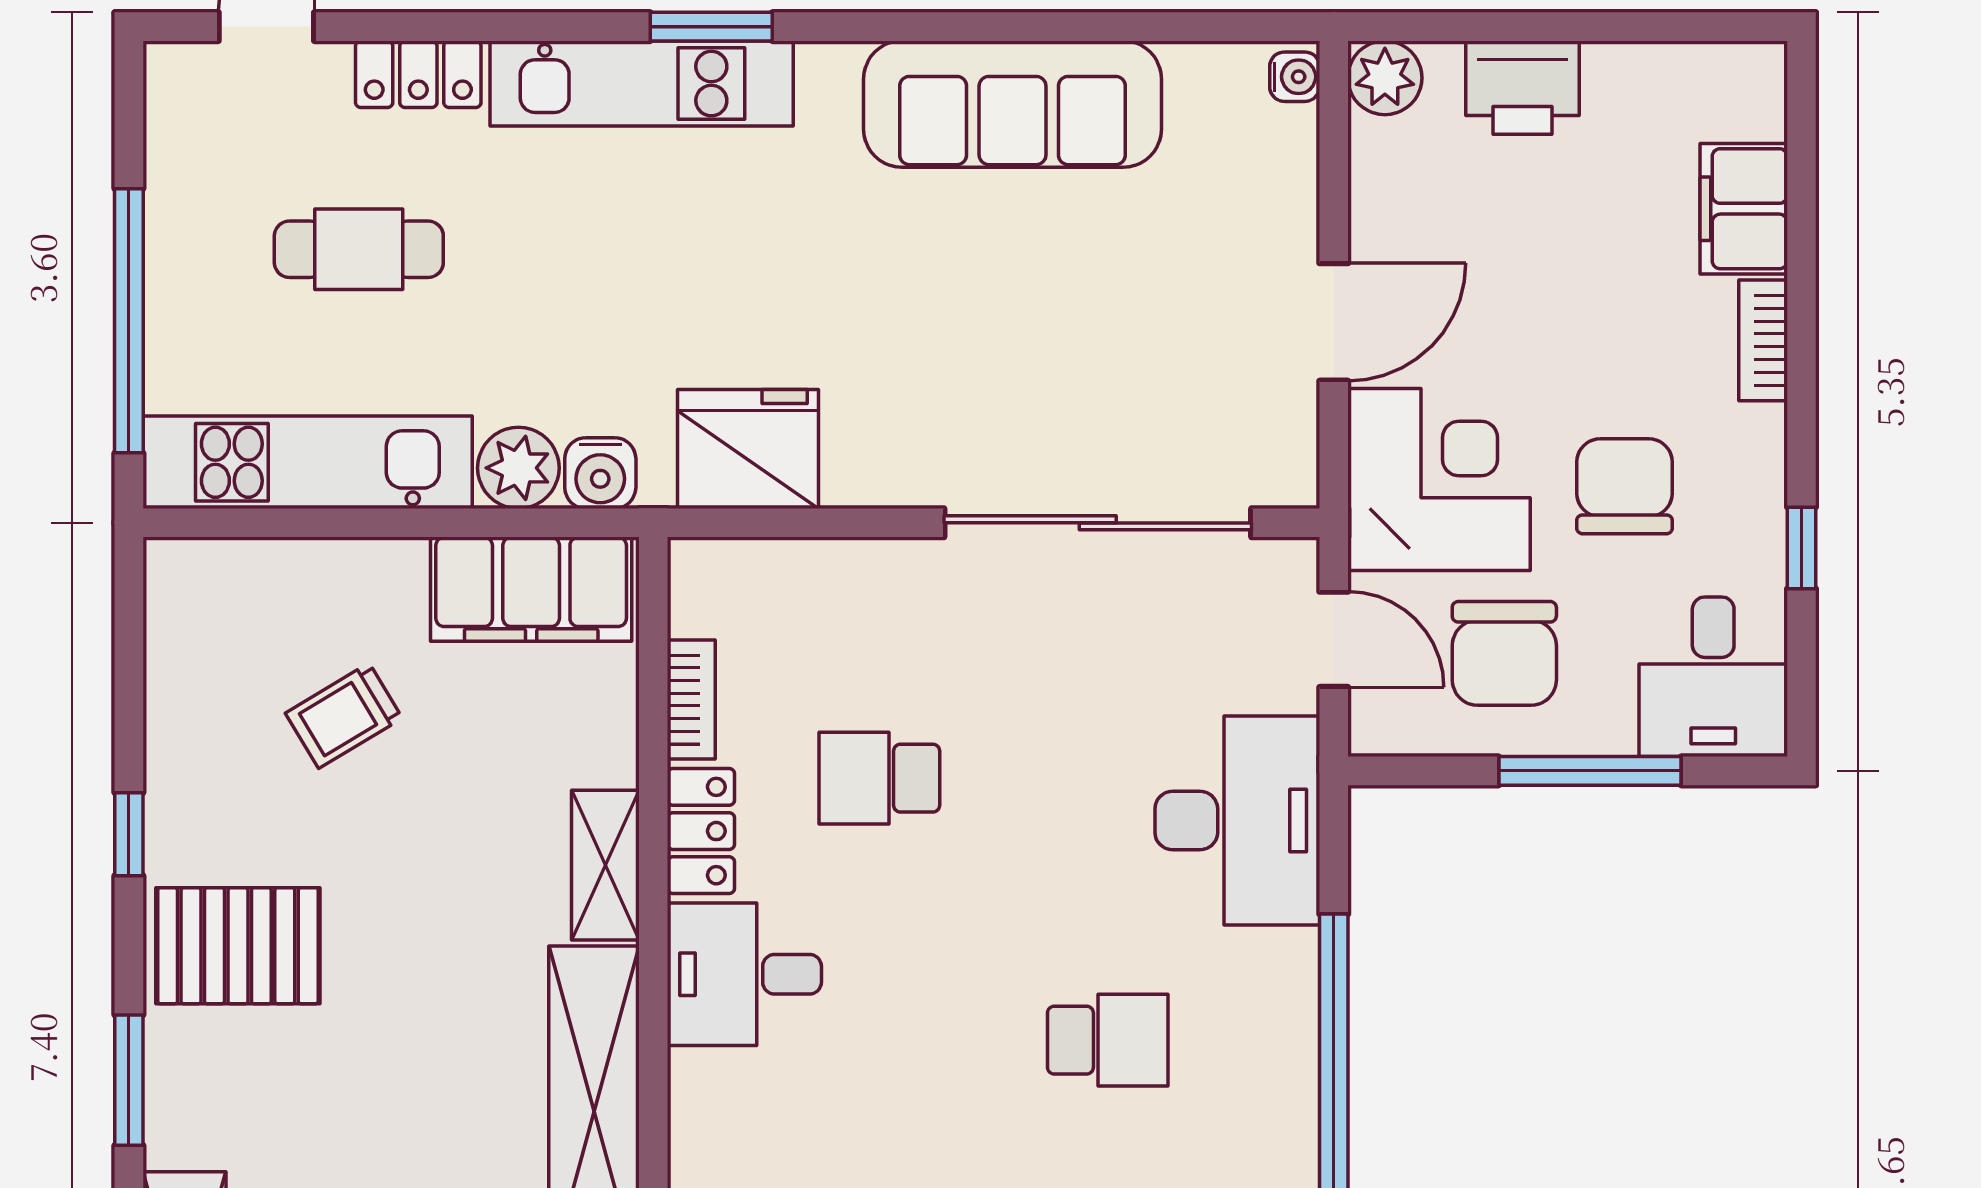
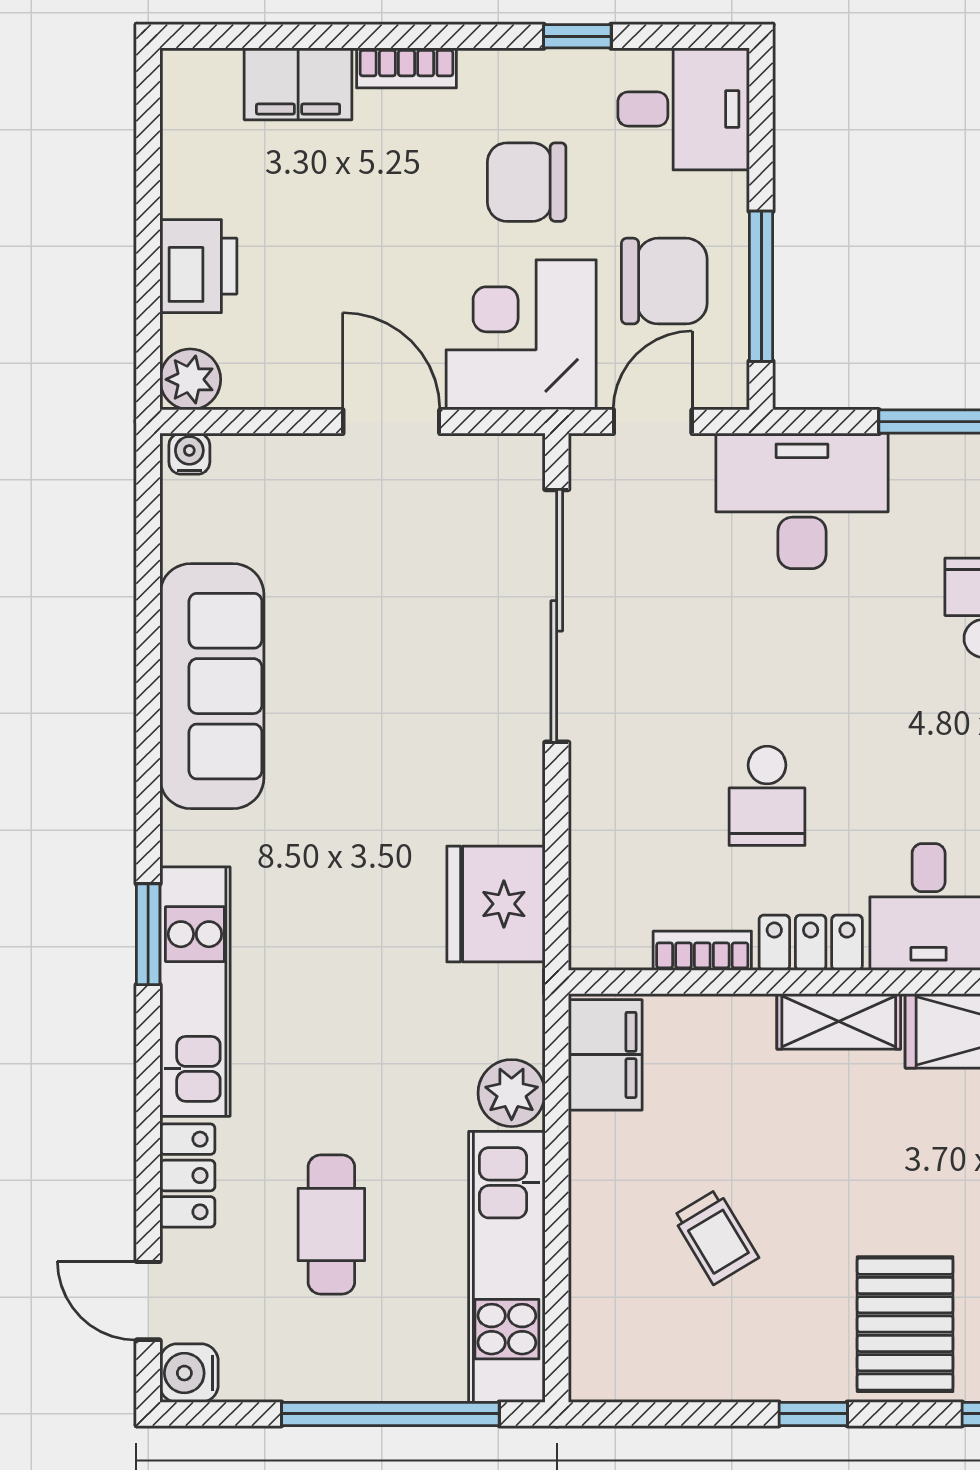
water cooler: (600, 473) -> (189, 1373), moved, turned 180
filing cabinet: (531, 589) -> (605, 1055), width x0.67, depth x0.86
window: (1590, 771) -> (761, 286), moved

